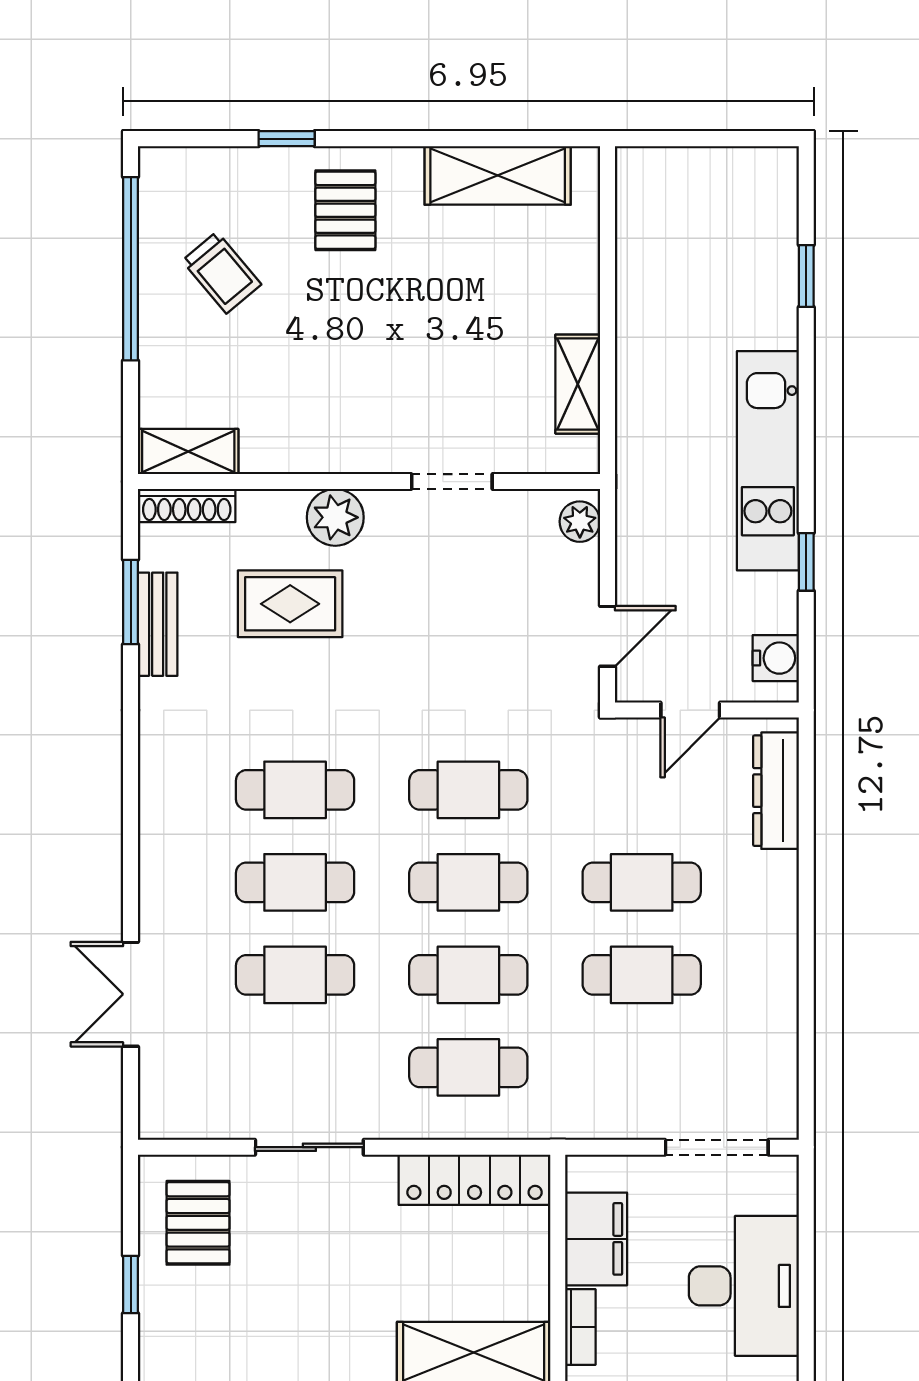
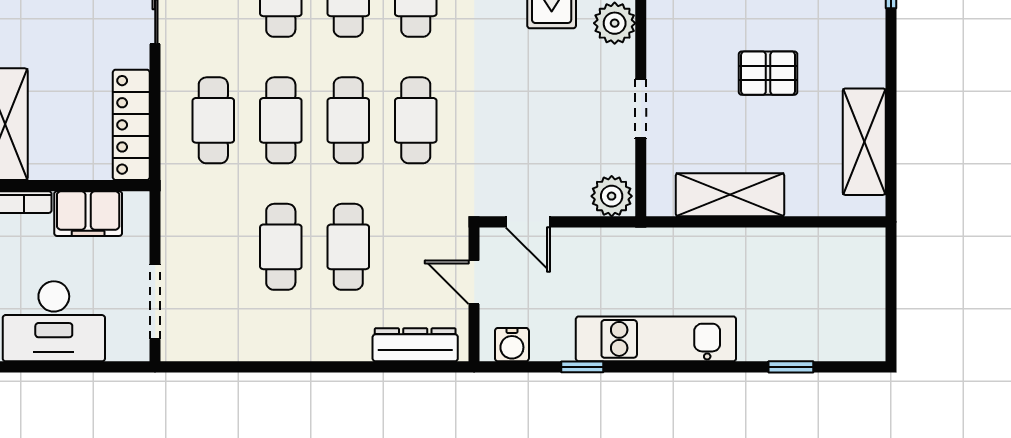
pallet: (345, 210) -> (768, 73), moved
shelving: (578, 384) -> (730, 195), width x1.50, depth x1.33
plant: (580, 522) -> (612, 196), width x1.38, depth x1.38

